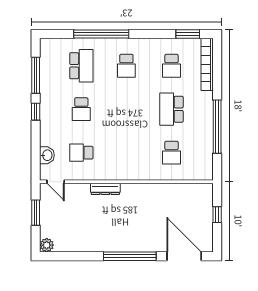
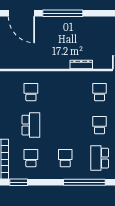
school desk: (81, 153) -> (100, 92), turned -90

